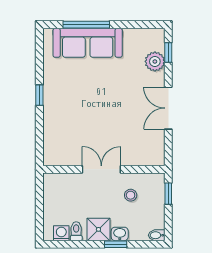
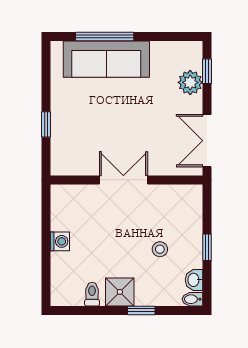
double door: (101, 169) -> (123, 180), moved
wall: (104, 169) -> (126, 180), moved
washing machine: (61, 233) -> (60, 241), moved, turned 90
washbasin: (120, 234) -> (194, 280), moved, turned -90

